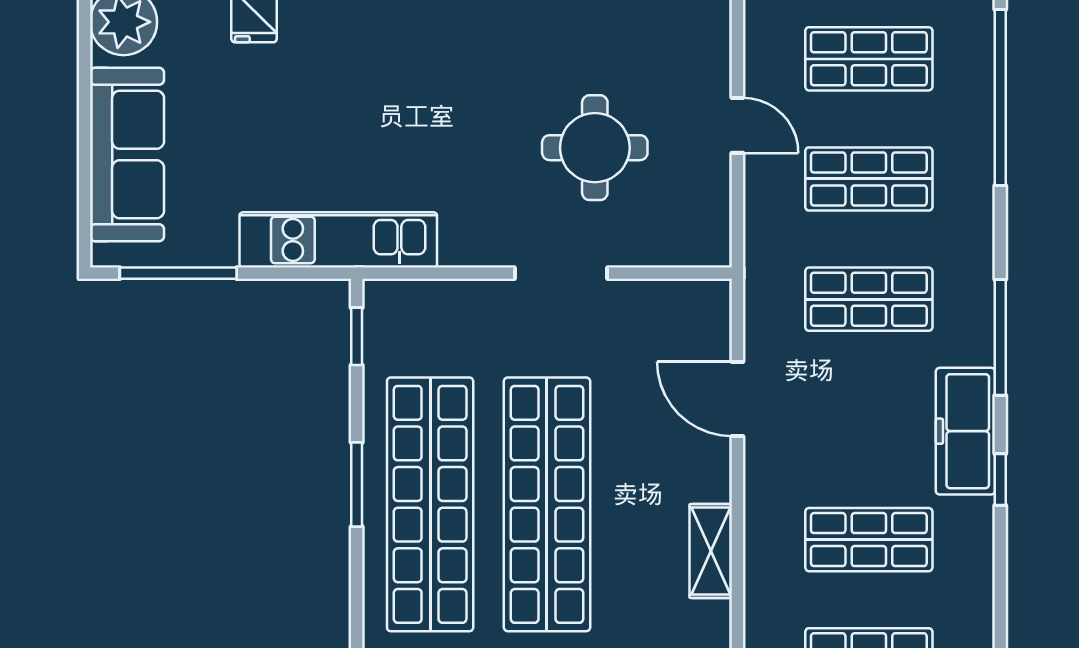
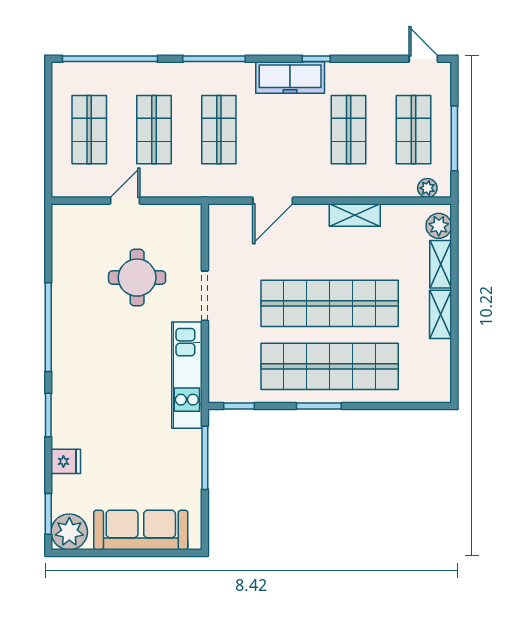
kitchen unit: (338, 240) -> (187, 375), moved
window: (178, 273) -> (205, 458), moved
window: (1000, 337) -> (214, 59), moved

